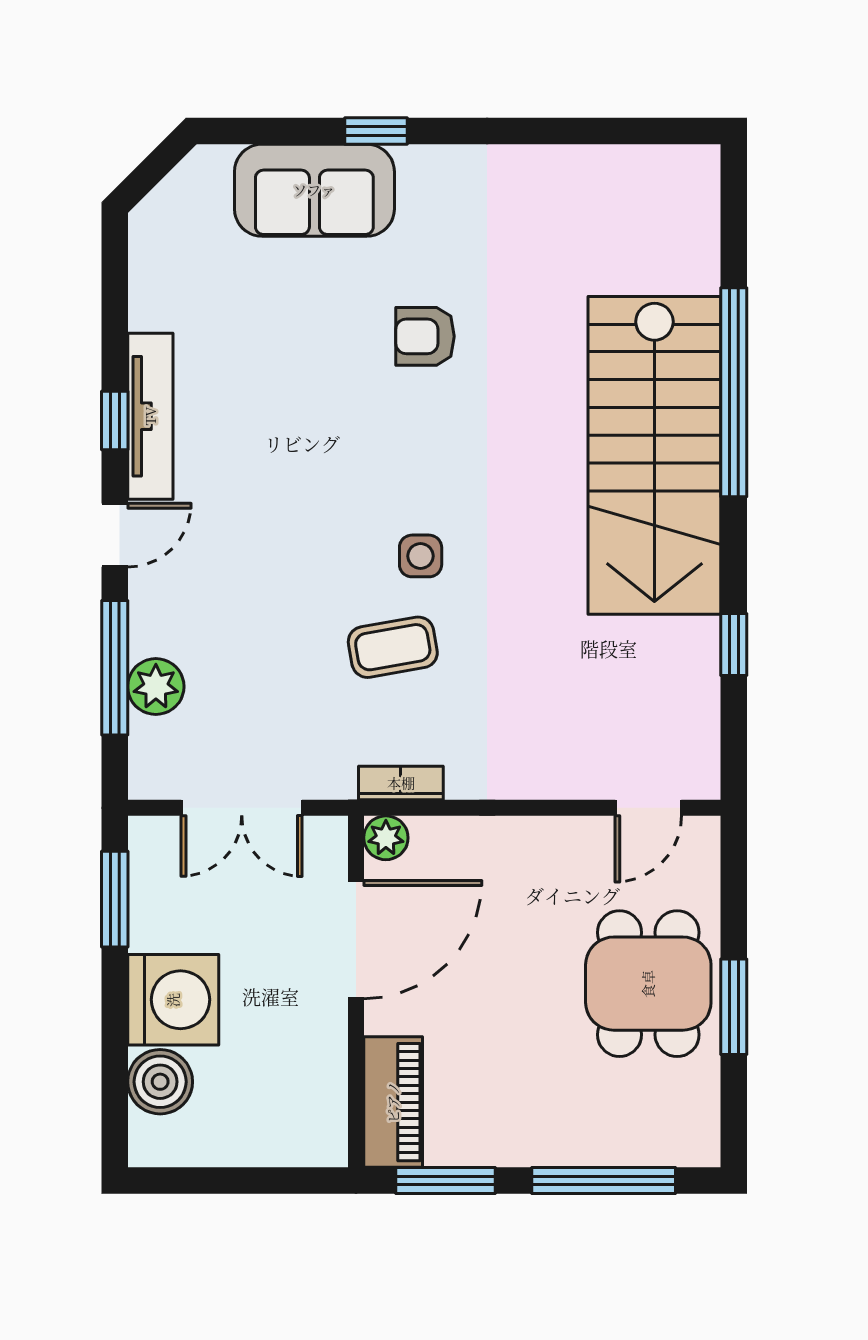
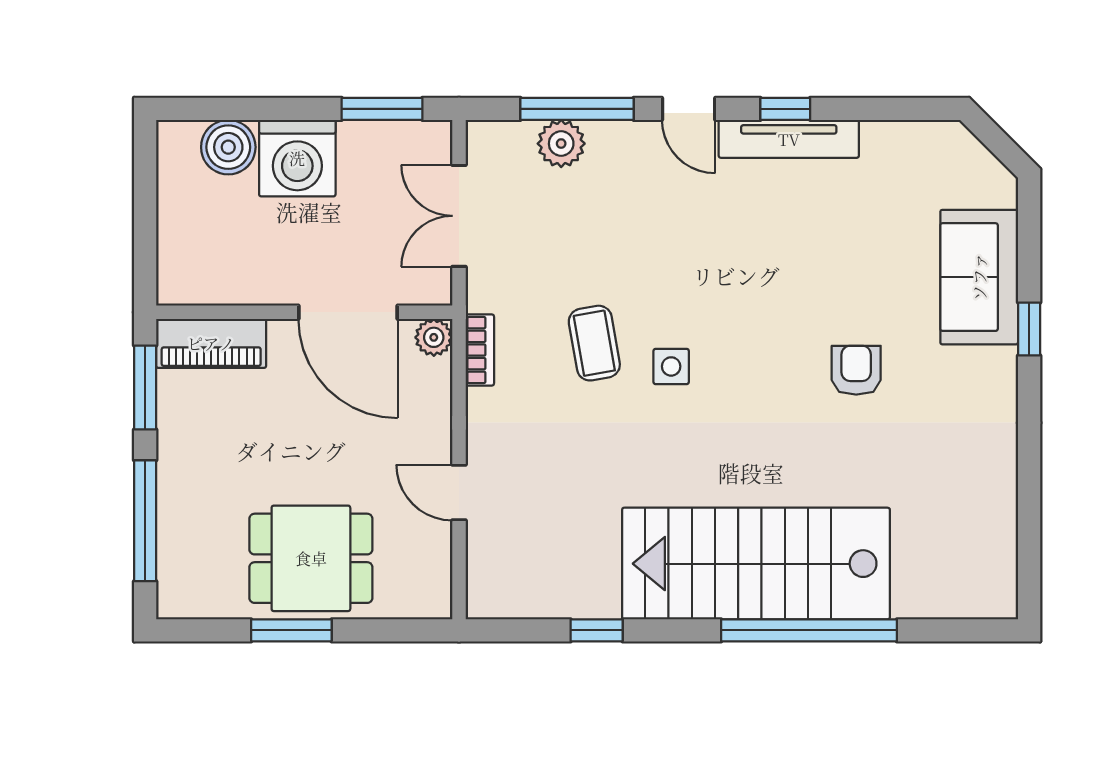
door: (648, 808) -> (459, 492), moved

